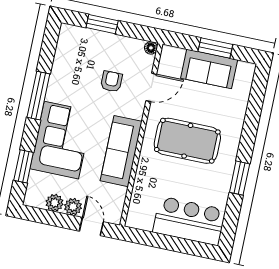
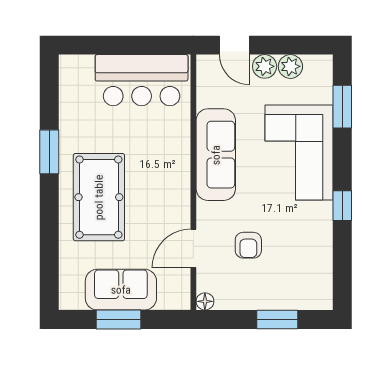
window: (38, 96) -> (342, 206), width x0.46
pool table: (187, 141) -> (99, 197), moved, turned 90
bar counter: (189, 221) -> (142, 80), moved

